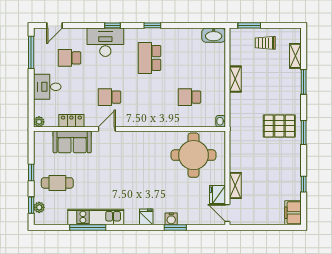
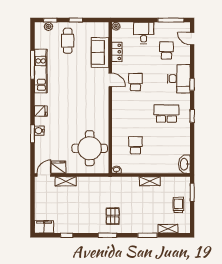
pallet: (279, 126) -> (113, 216), width x0.67, depth x0.71

